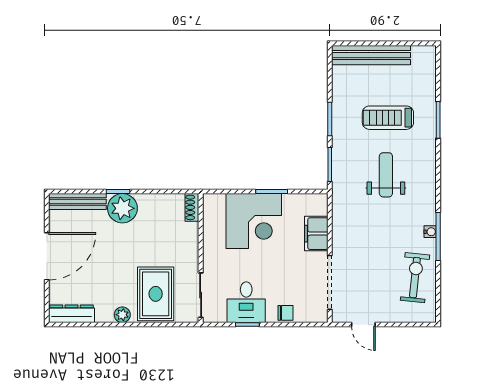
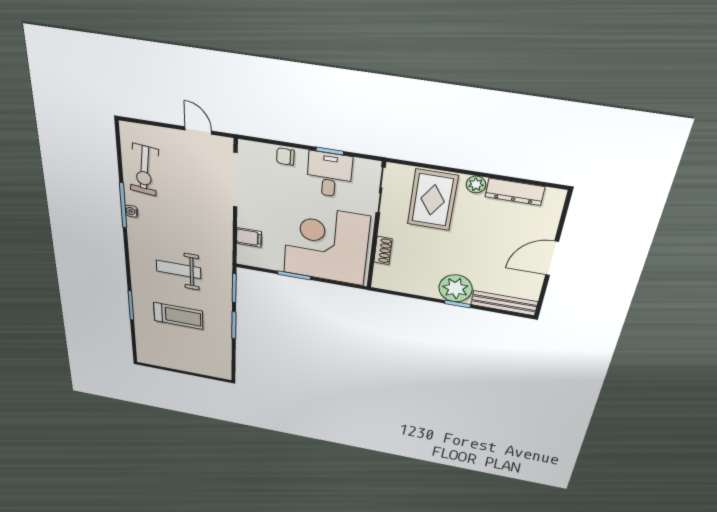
bench: (371, 55) -> (195, 366), removed
weight bench: (386, 175) -> (178, 269), turned 90
shoe rack: (192, 207) -> (383, 250), moved
corner desk: (254, 221) -> (326, 245), width x1.36, depth x1.36
filing cabinet: (316, 234) -> (249, 237), width x0.50
door: (47, 256) -> (552, 258), width x0.73
dresser: (72, 314) -> (515, 192), moved

